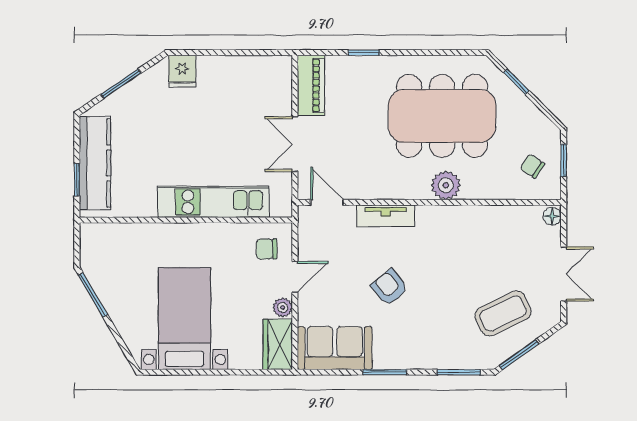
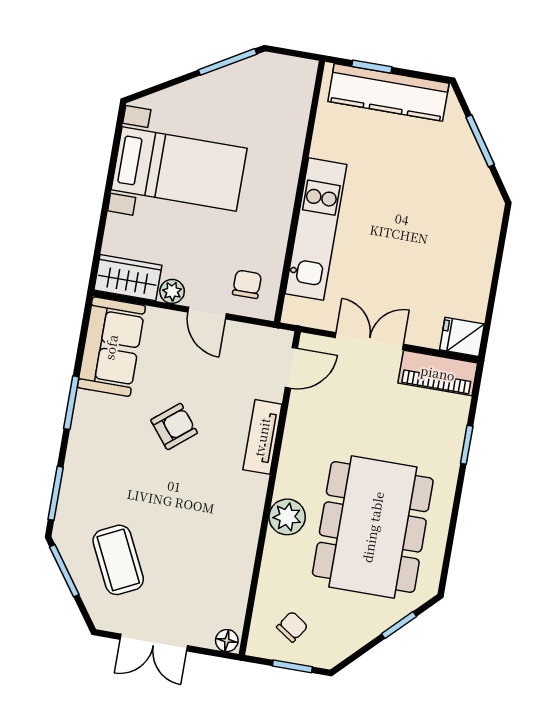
fridge: (182, 71) -> (462, 337), moved

